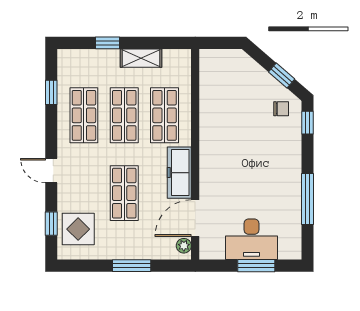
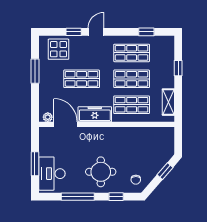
shelving: (141, 58) -> (168, 102), moved
window: (282, 75) -> (165, 171), moved
window: (308, 123) -> (116, 197), moved
round table: (269, 163) -> (101, 172), added
window: (51, 224) -> (74, 32), moved
desk: (251, 239) -> (52, 174), moved
window: (132, 266) -> (35, 71), moved

